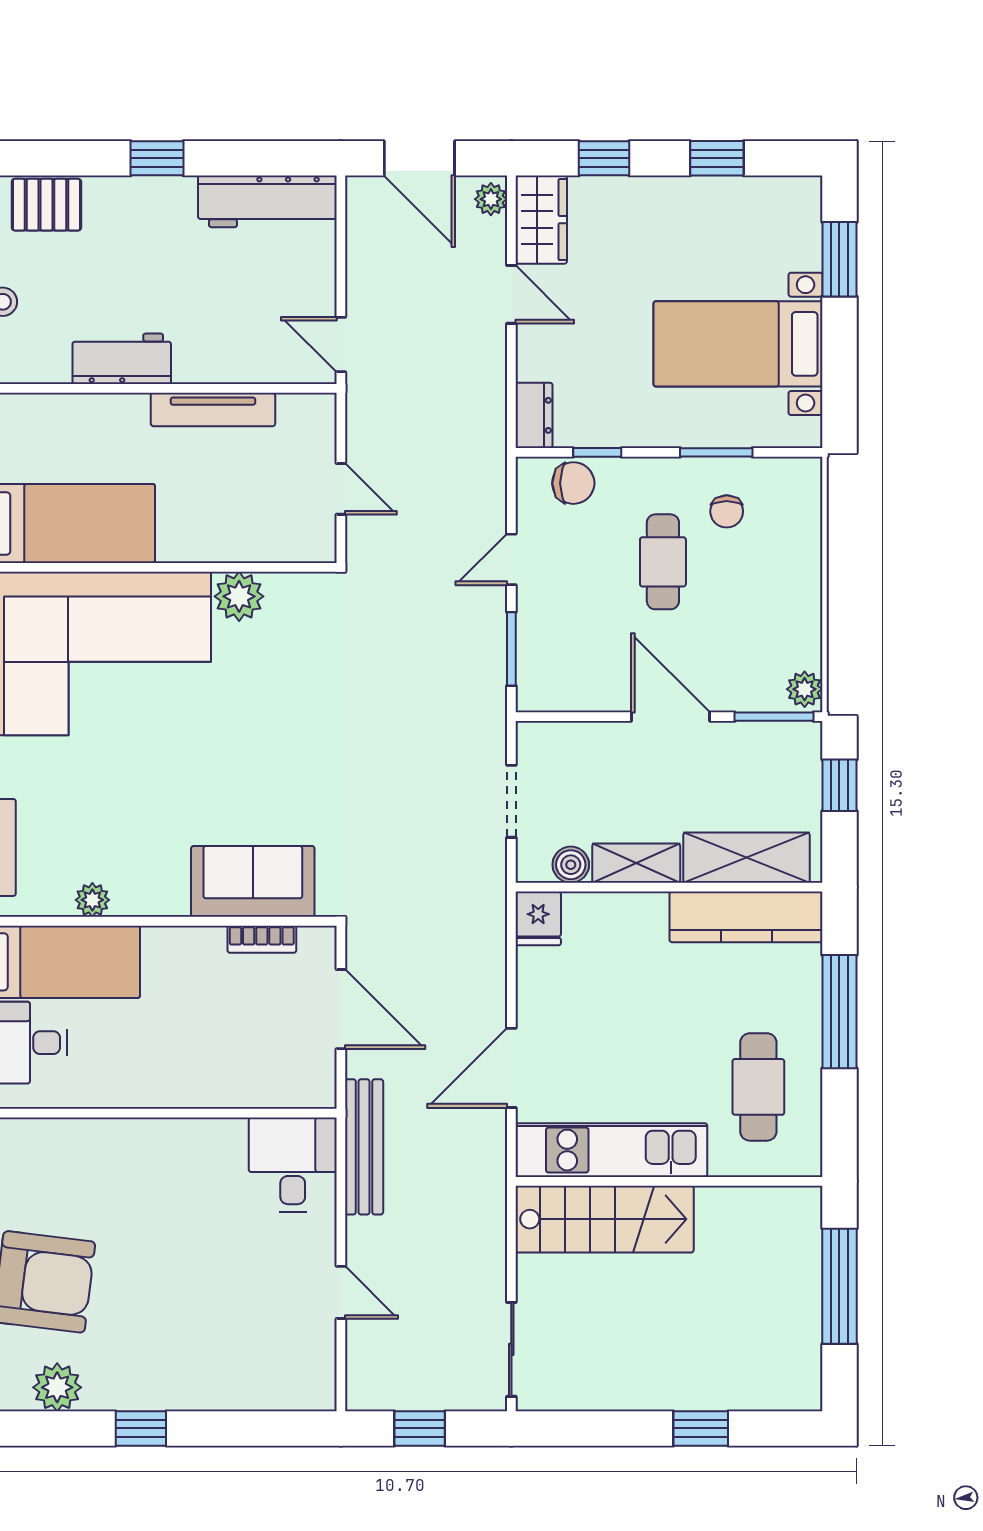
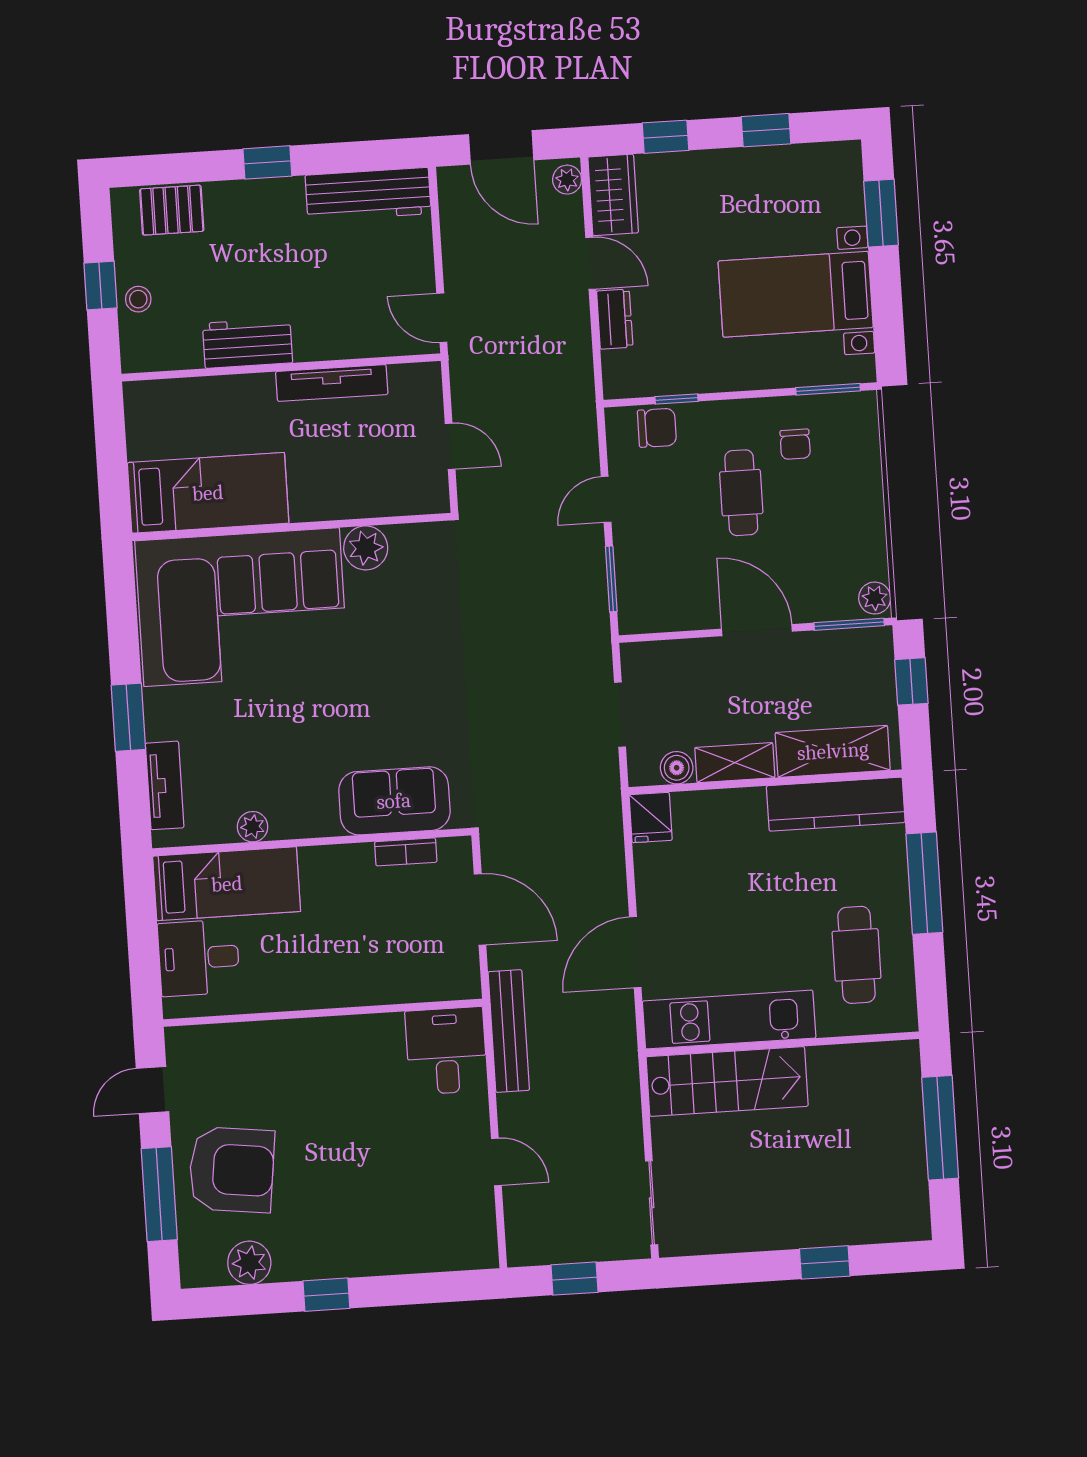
dresser: (534, 415) -> (615, 319), moved
window: (716, 452) -> (828, 389), moved

